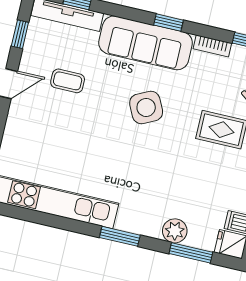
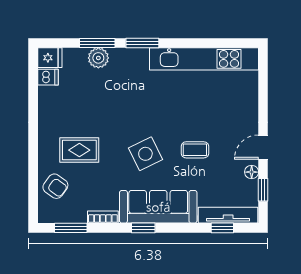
floor lamp: (28, 58) -> (252, 172), added
coffee table: (68, 81) -> (195, 150), moved
window: (191, 253) -> (97, 43), moved

